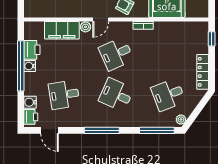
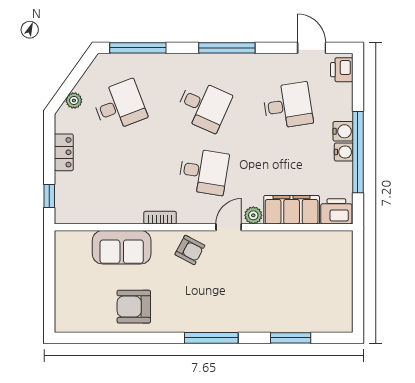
printer: (32, 50) -> (336, 211), moved, turned 90
desk: (116, 54) -> (204, 172), turned 33
locker: (203, 72) -> (64, 152), width x0.66
water cooler: (30, 102) -> (343, 131), moved
plant: (181, 119) -> (74, 100), moved

